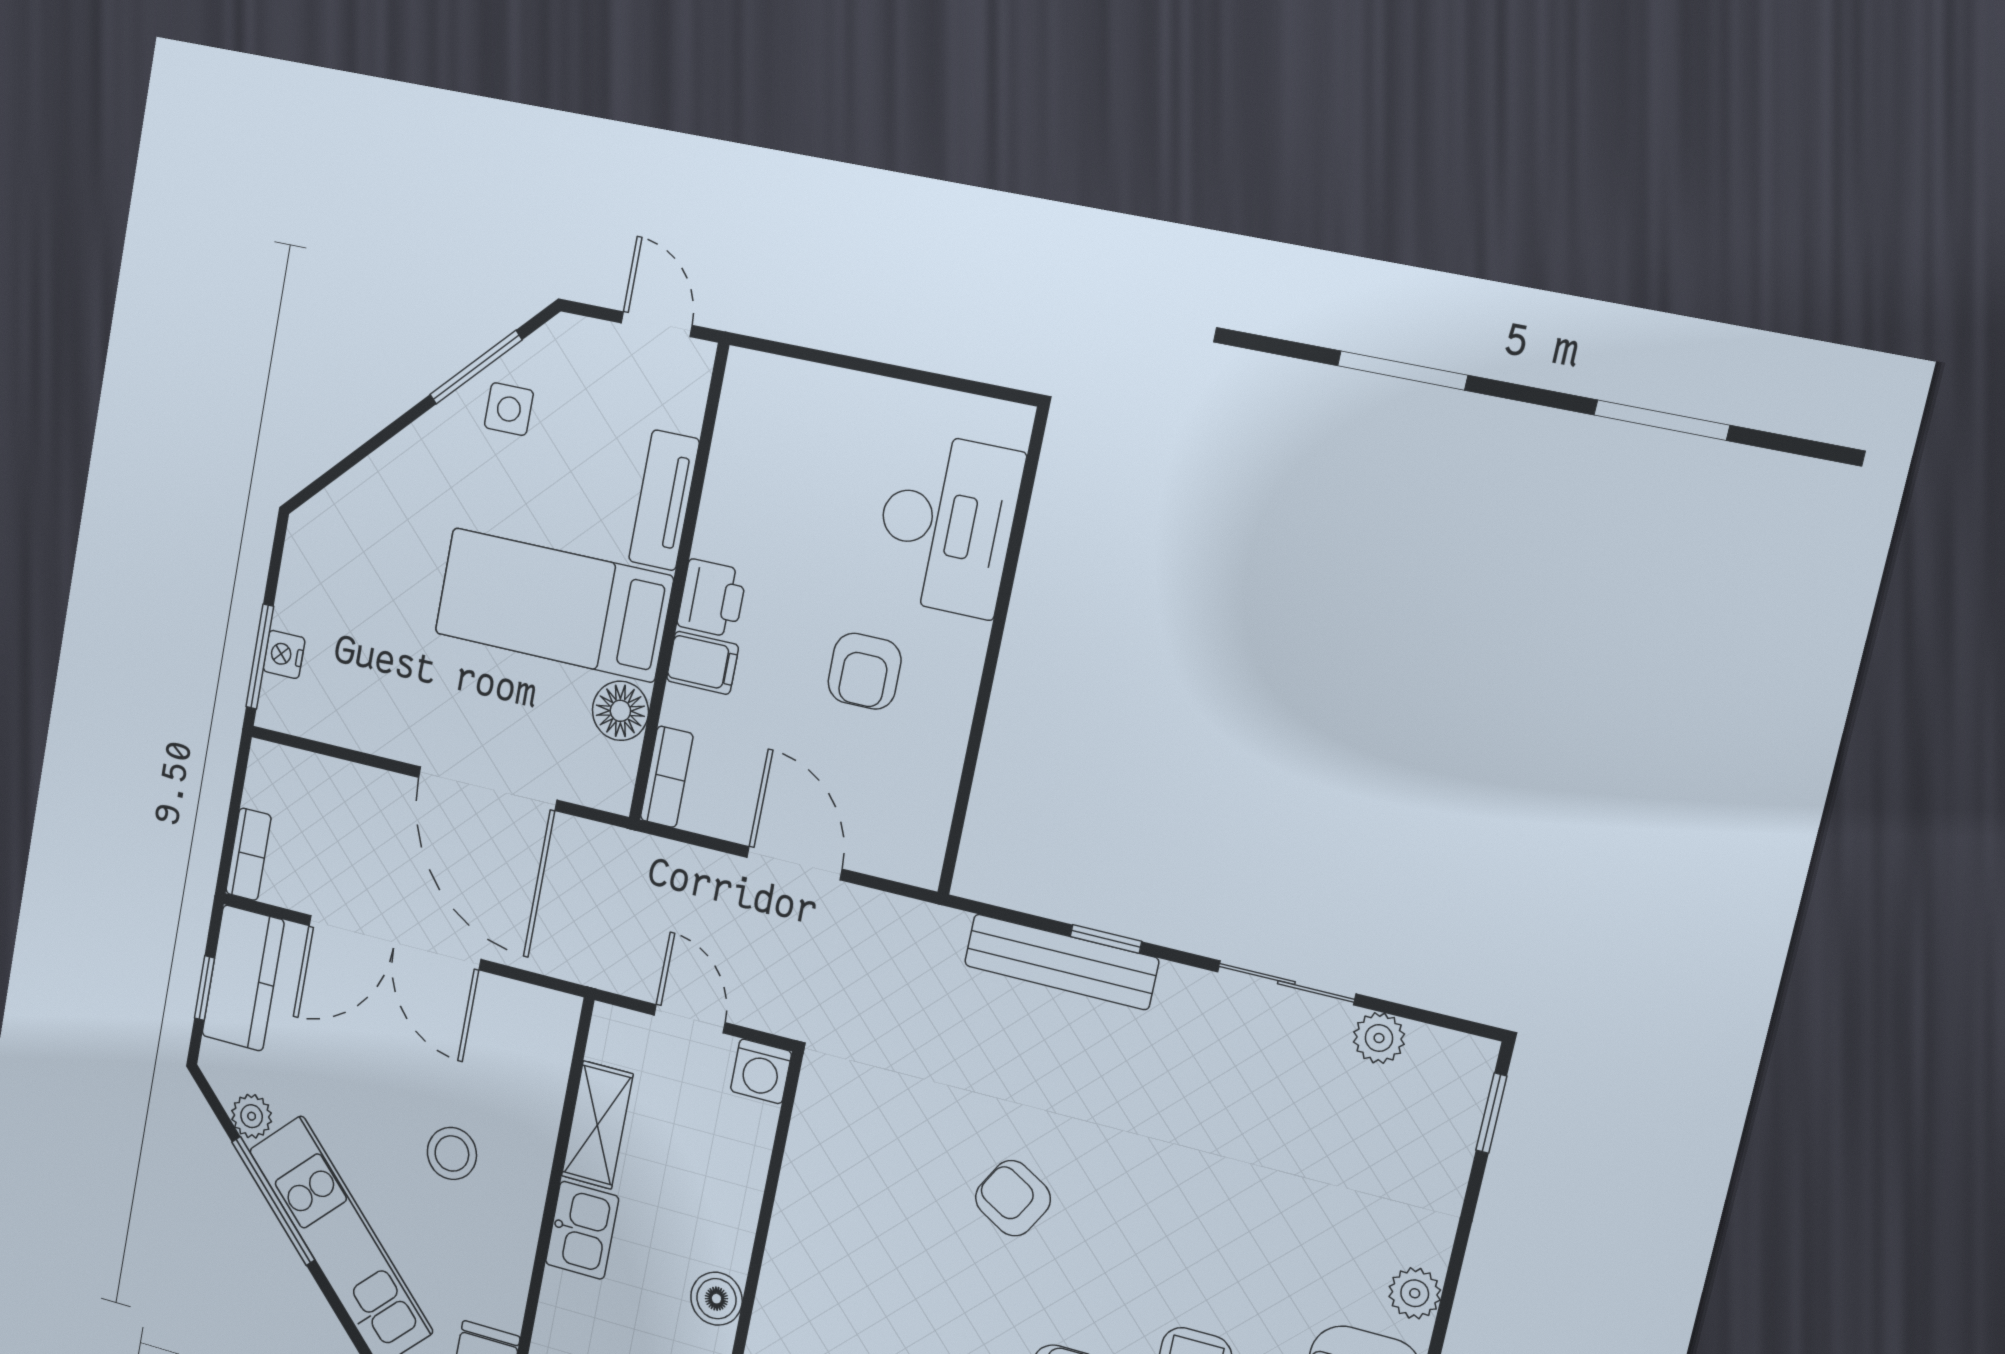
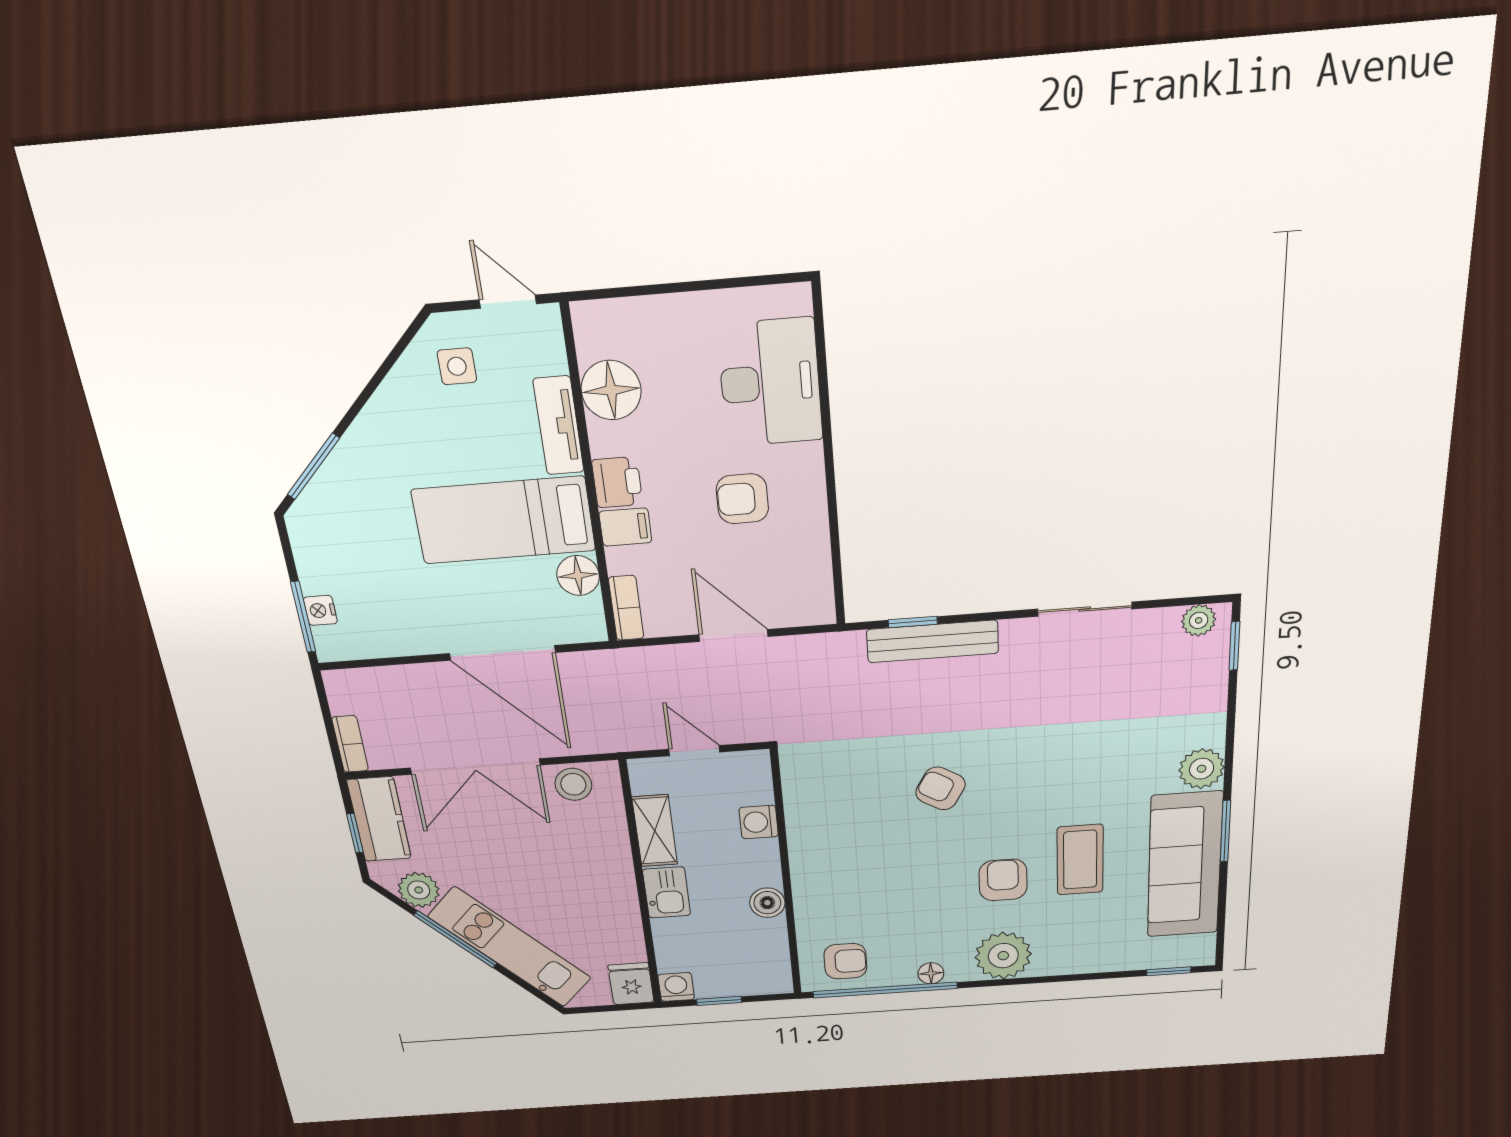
window: (476, 367) -> (313, 466), moved
side table: (509, 409) -> (457, 366), moved
floor lamp: (744, 474) -> (611, 390), added
armchair: (865, 671) -> (742, 499), turned 90
window: (1106, 939) -> (913, 622), moved
plant: (1379, 1038) -> (1199, 620), moved
washing machine: (761, 1071) -> (759, 822), moved, turned 90
plant: (252, 1116) -> (419, 890), width x1.38, depth x1.38
stool: (452, 1153) -> (573, 784), moved
plant: (1415, 1293) -> (1202, 769), width x1.38, depth x1.38

